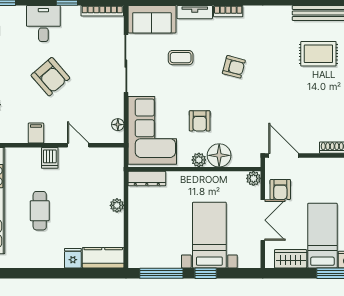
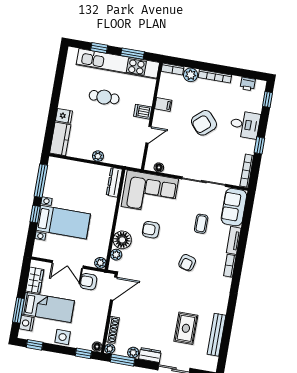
plant: (199, 160) -> (116, 255), moved

